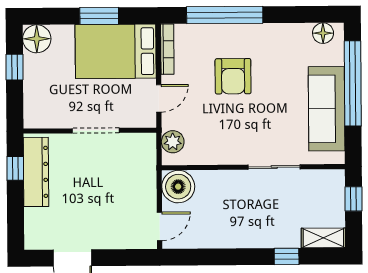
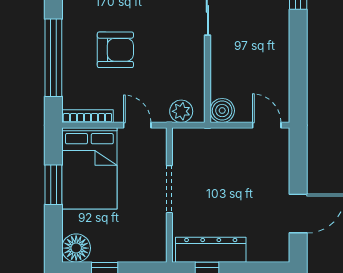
boiler: (178, 187) -> (222, 111), width x0.73, depth x0.73

